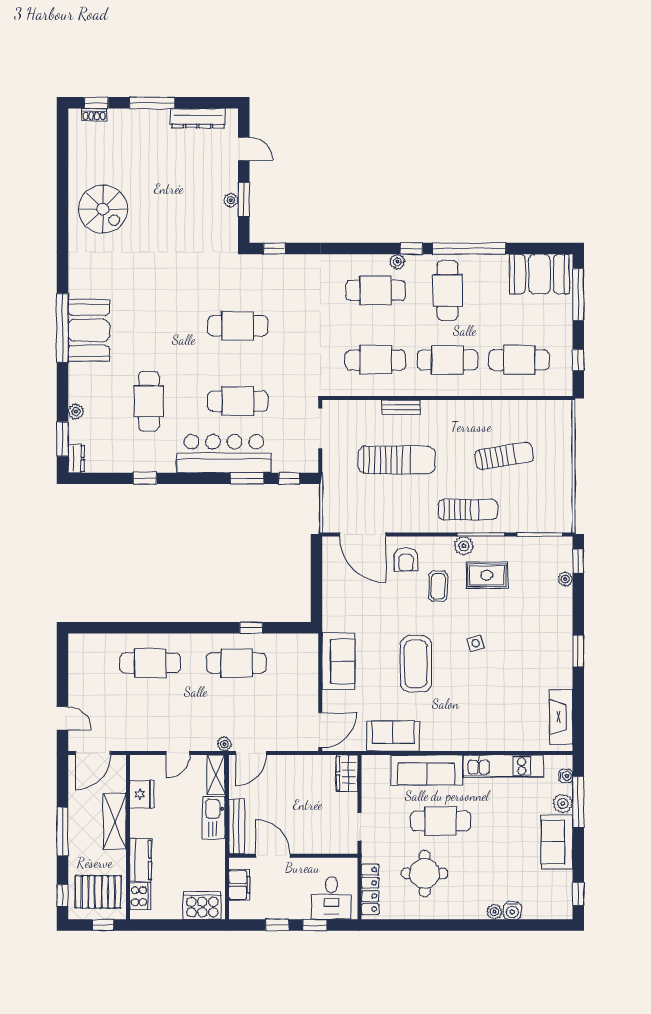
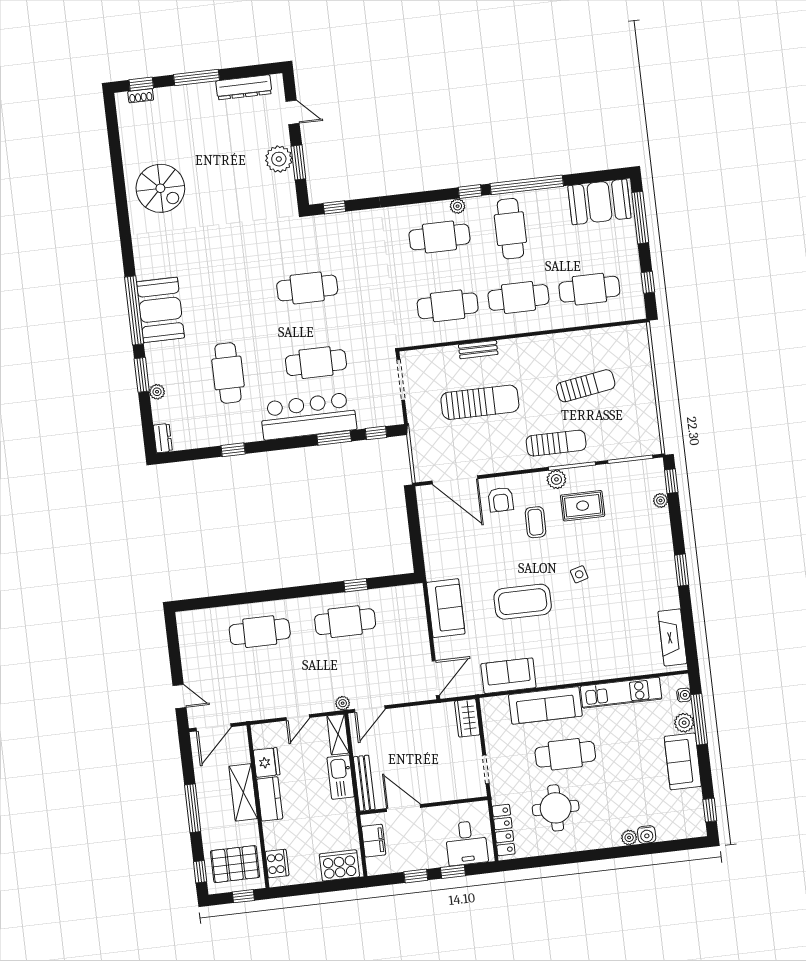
plant: (231, 200) -> (279, 159), width x1.87, depth x1.87
window: (62, 439) -> (142, 375), moved
coffee table: (416, 664) -> (523, 602), turned 90
kitchen counter: (140, 860) -> (270, 799), moved

